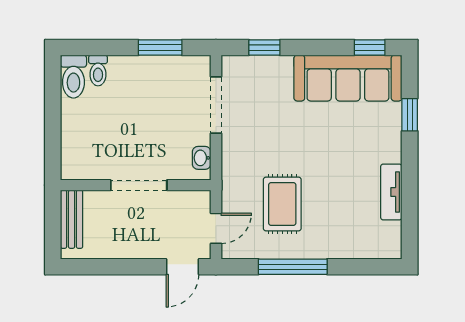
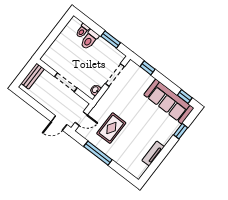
toilet: (73, 77) -> (90, 40), moved

